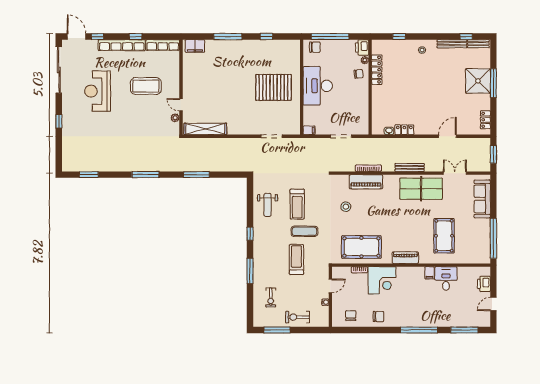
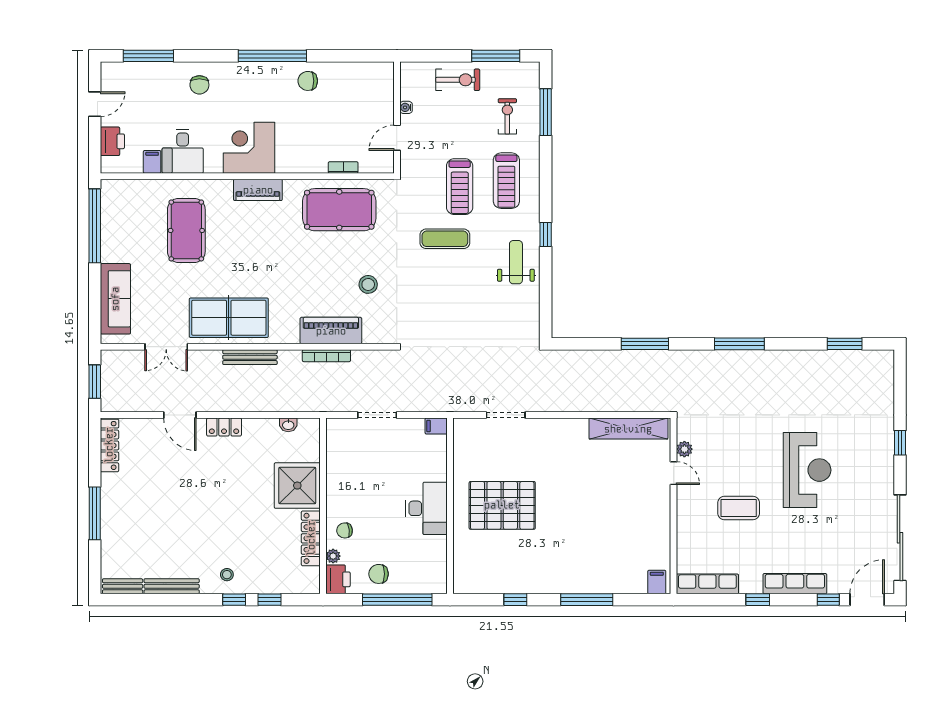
door: (77, 37) -> (867, 600), swing flipped
window: (466, 37) -> (234, 600), moved
row of seats: (122, 45) -> (795, 584), width x0.73
filing cabinet: (195, 46) -> (657, 582), width x0.50
chair: (315, 47) -> (379, 574), moved
shower: (478, 81) -> (297, 486), moved
coffee table: (146, 86) -> (739, 508), width x0.73, depth x0.76
desk: (318, 86) -> (426, 508), width x0.73, depth x0.77
reception desk: (98, 91) -> (807, 470), moved
locker: (485, 120) -> (109, 445), width x1.53
locker: (404, 130) -> (224, 427), moved
door: (447, 136) -> (180, 415), hinge flipped
treadmill: (297, 204) -> (506, 181), moved, turned 180
weight bench: (268, 205) -> (516, 262), moved
window: (250, 271) -> (546, 112), moved
filing cabinet: (429, 273) -> (152, 162), moved
corner desk: (382, 280) -> (249, 148), moved
chair: (351, 316) -> (199, 85), moved
window: (419, 330) -> (272, 56), moved

